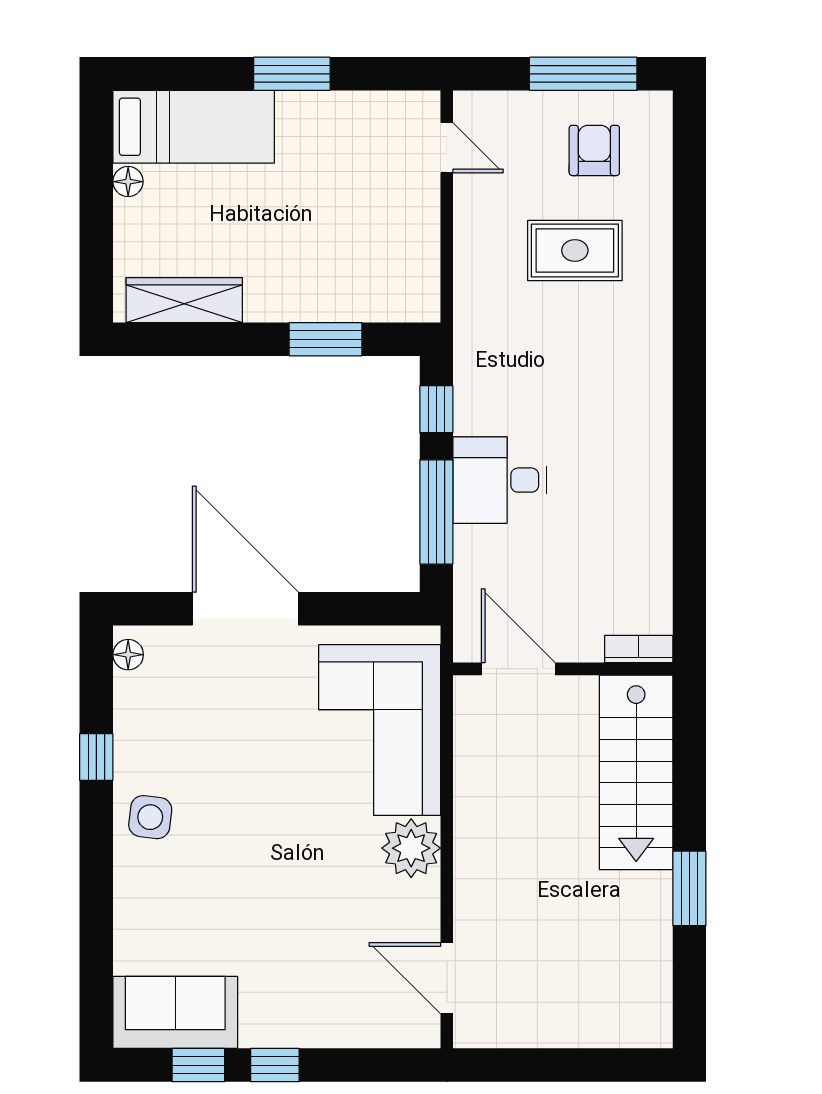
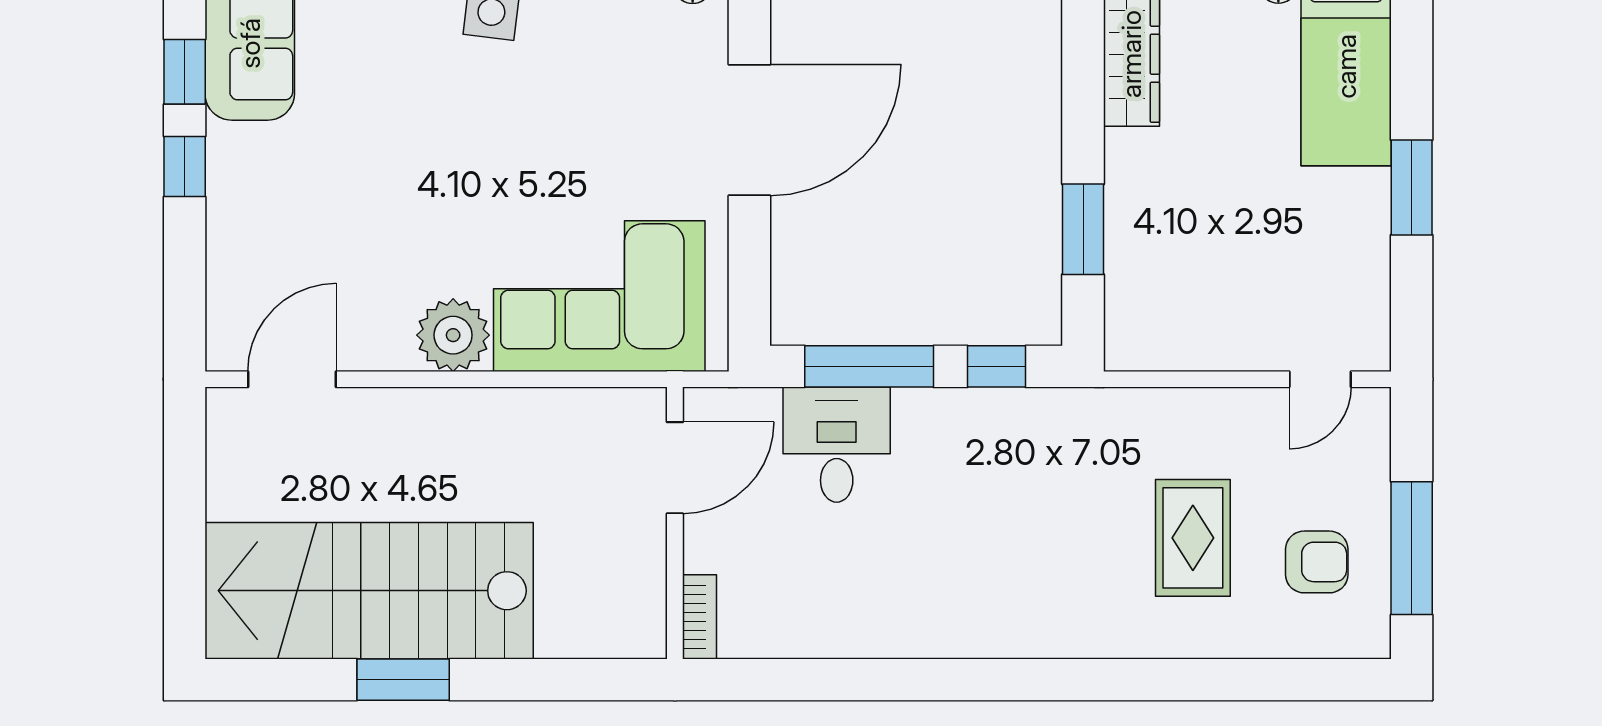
desk: (500, 480) -> (837, 445), moved
stairs: (636, 772) -> (369, 591), moved, width x1.36, depth x1.51

